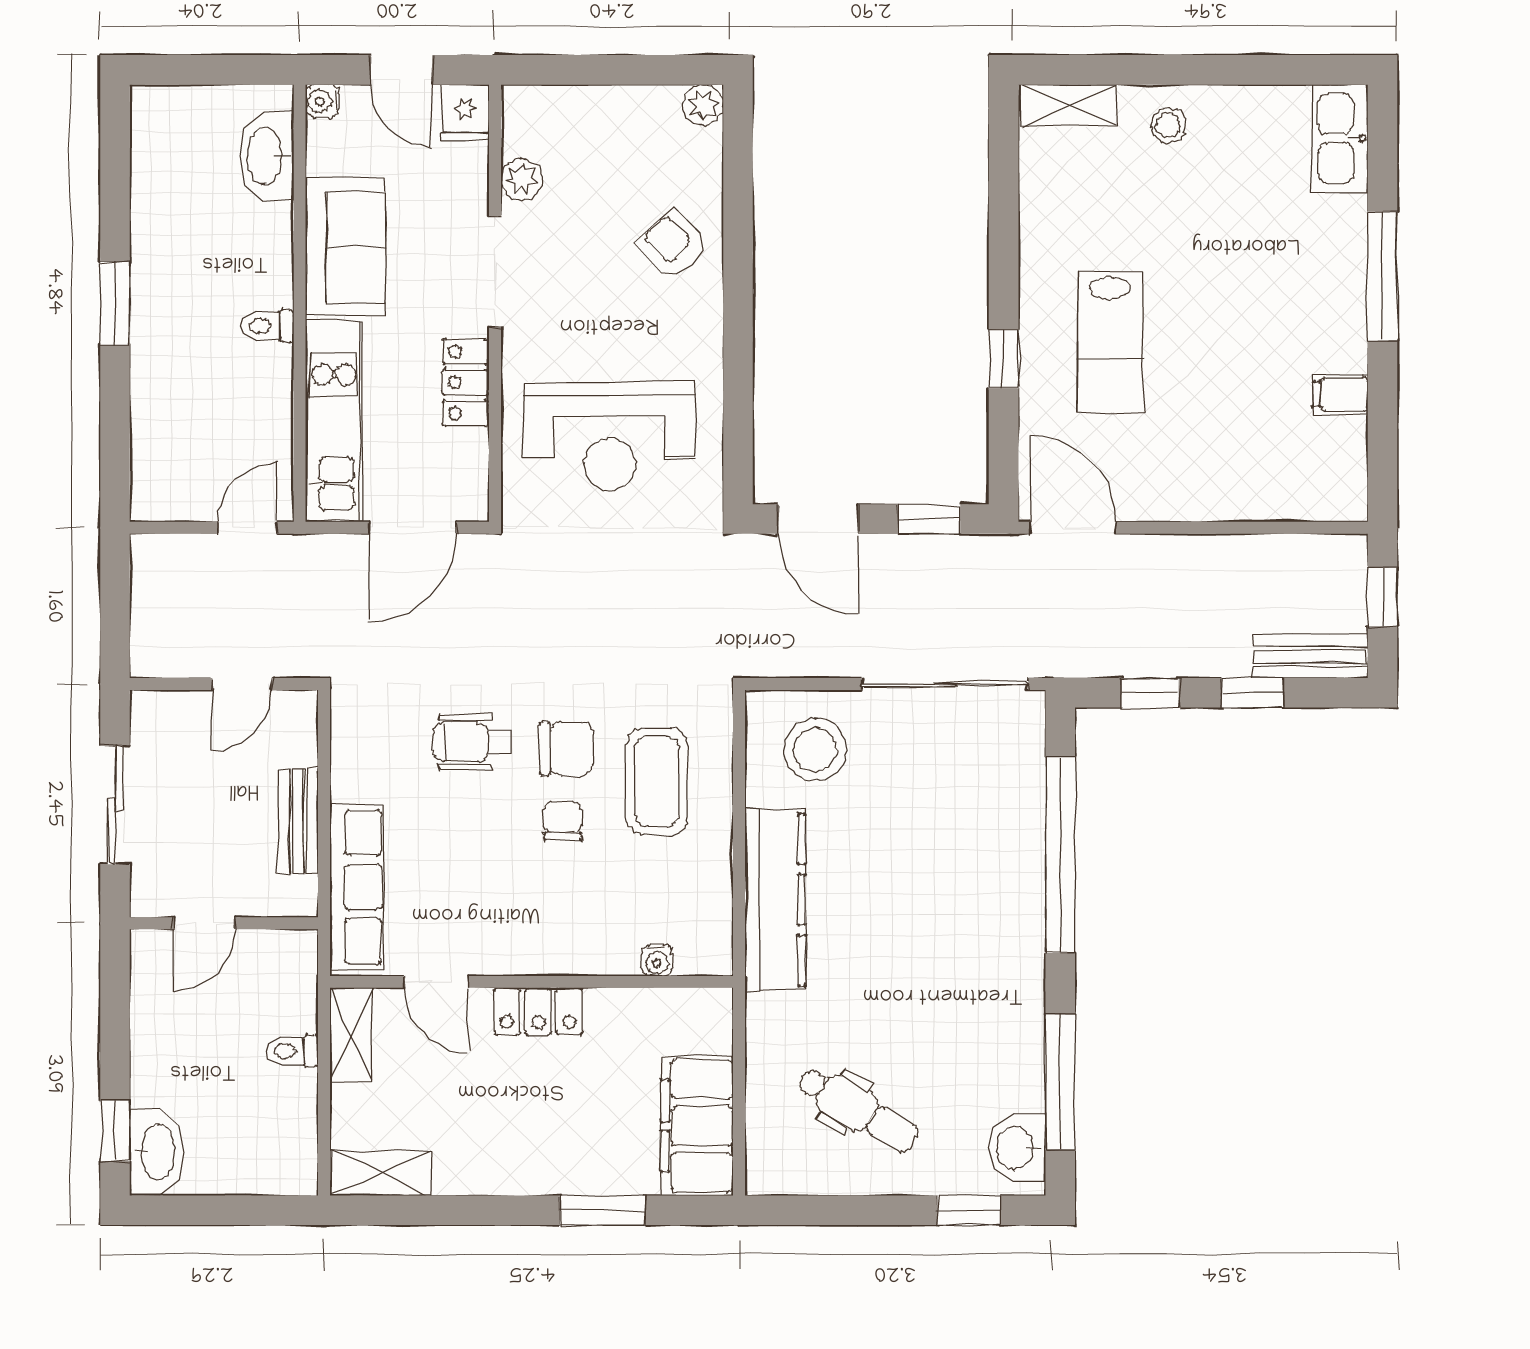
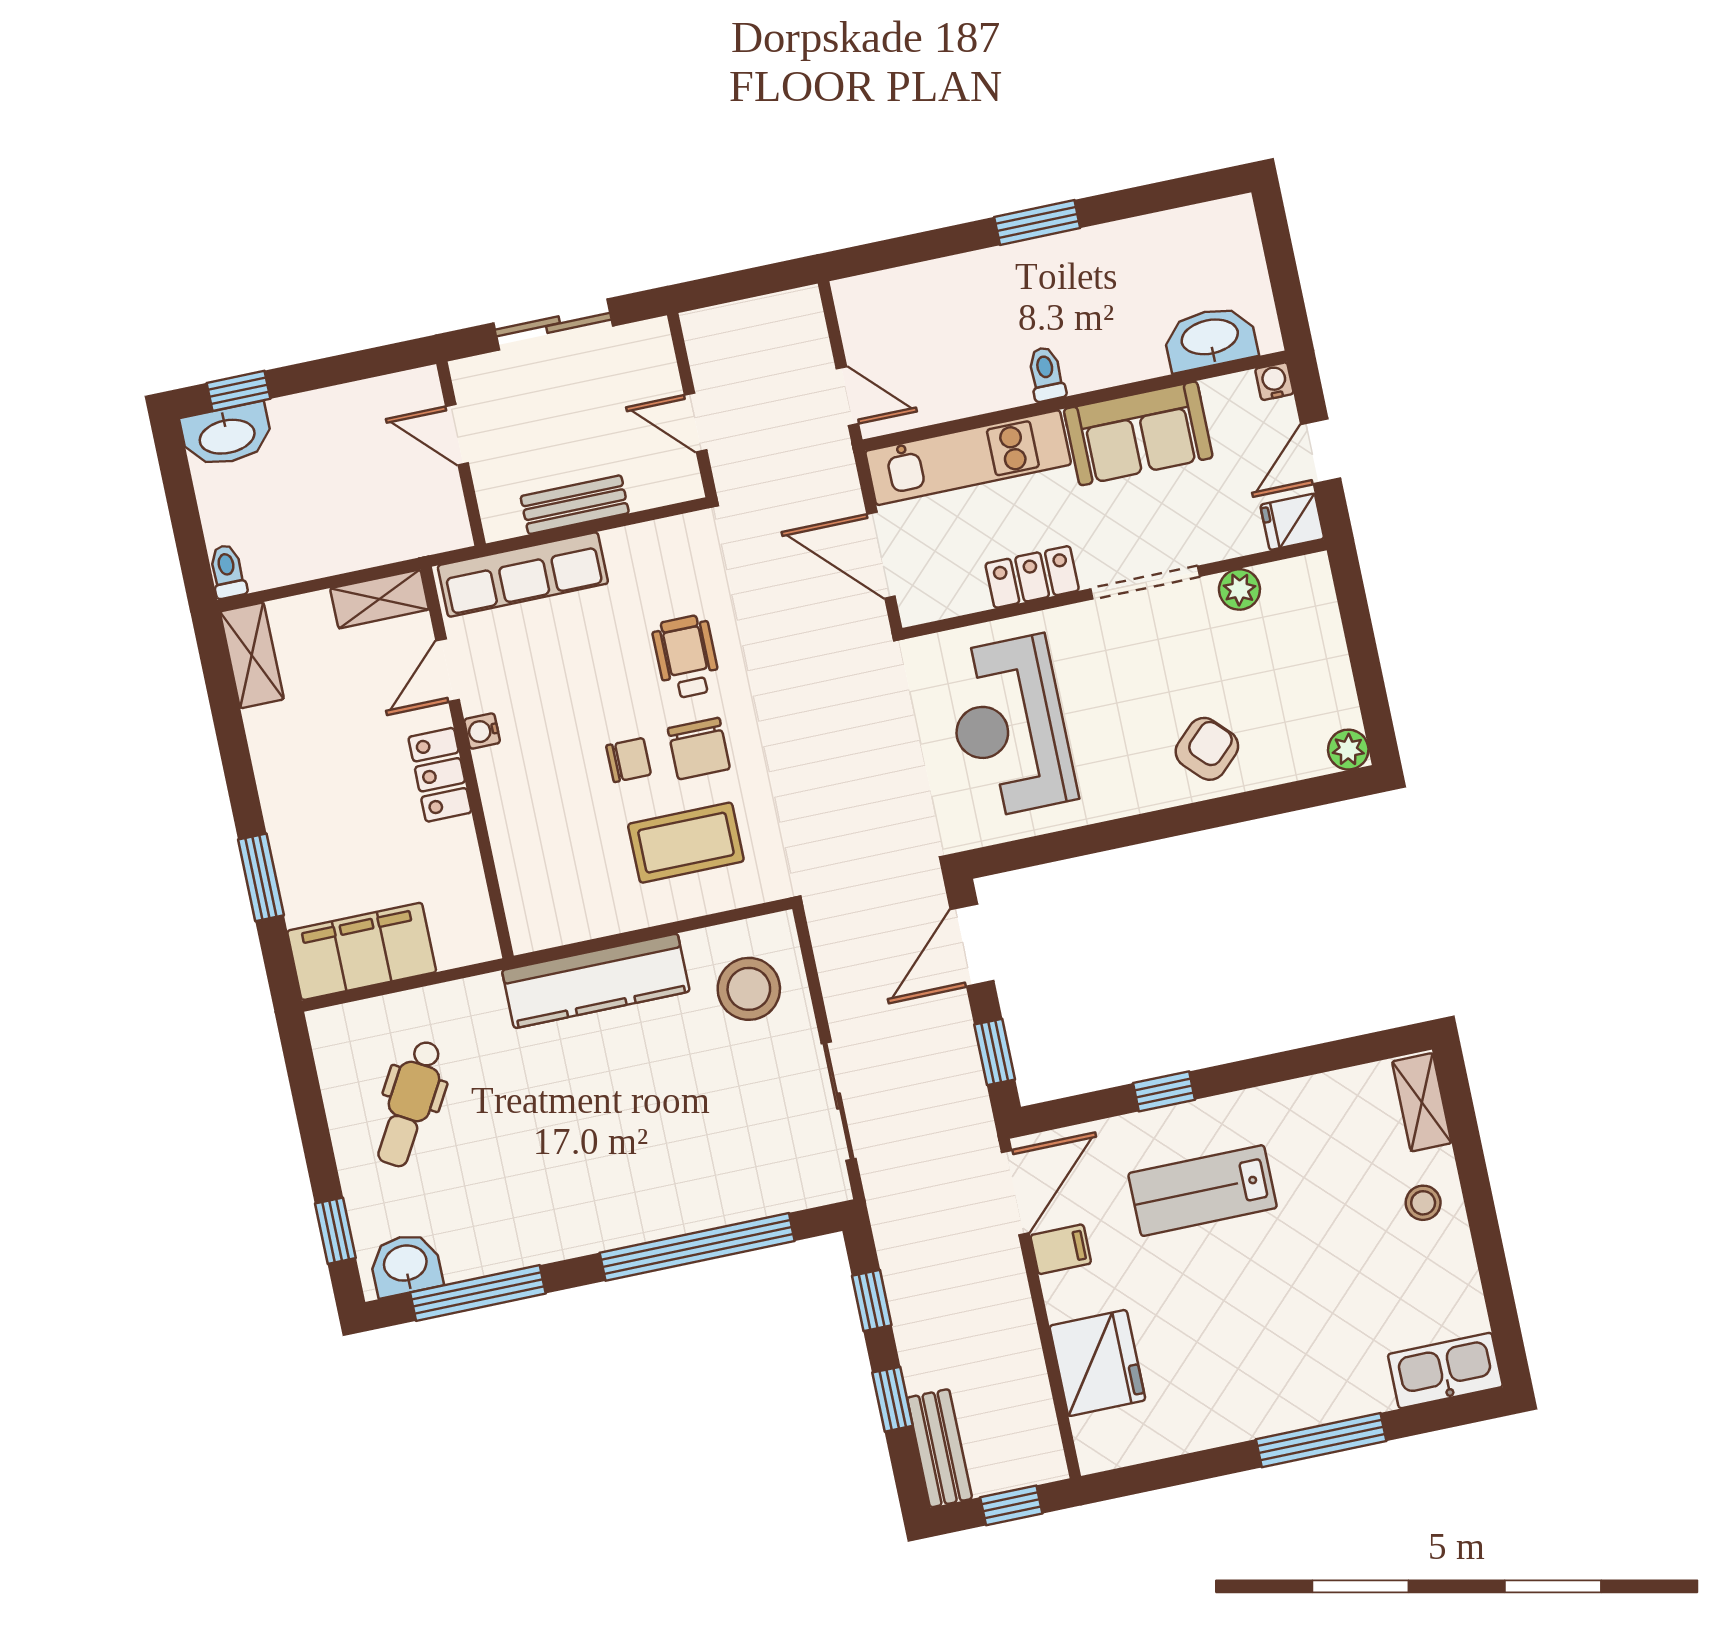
filing cabinet: (1340, 394) -> (1061, 1249), moved, turned 90
fridge: (1259, 482) -> (1097, 1363), added
sliding door: (945, 684) -> (839, 1101), width x0.73
water cooler: (657, 960) -> (482, 731), moved
toilet: (292, 1051) -> (228, 571), moved

